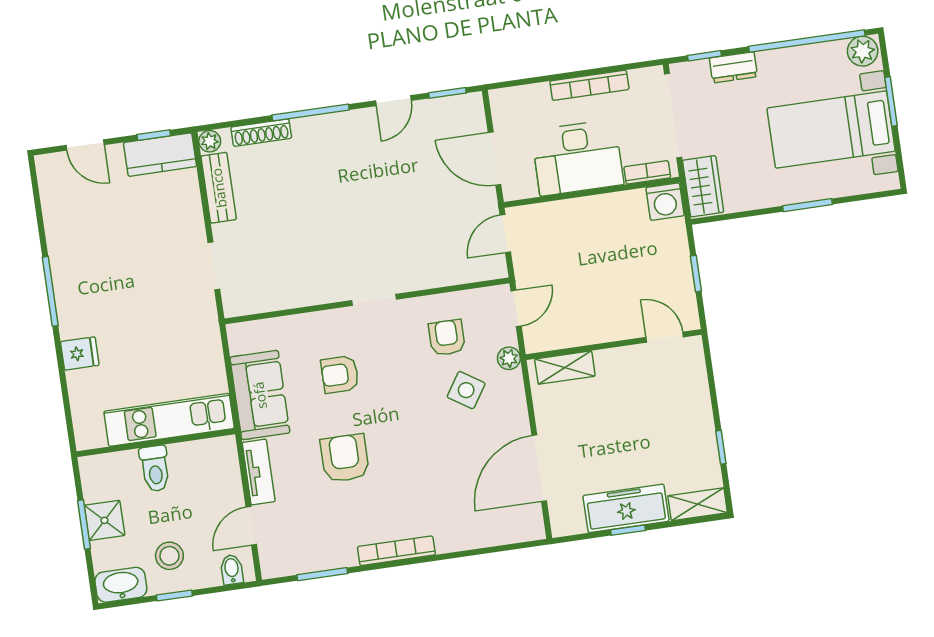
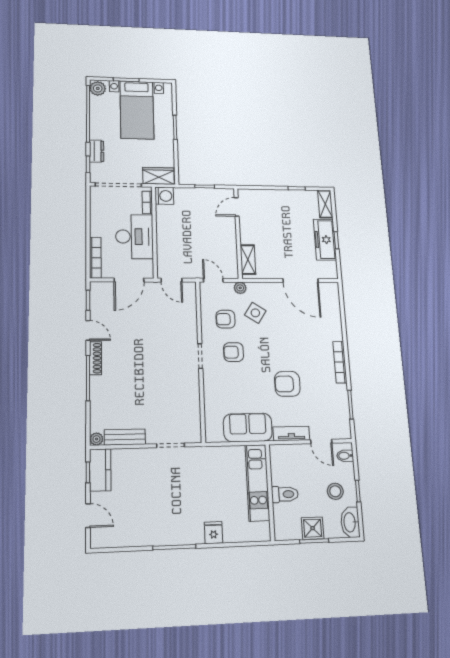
bookcase: (589, 85) -> (95, 258), moved
shoe rack: (261, 133) -> (96, 358), moved
door: (85, 145) -> (88, 516), hinge flipped
armchair: (340, 374) -> (233, 352), moved, turned 90

